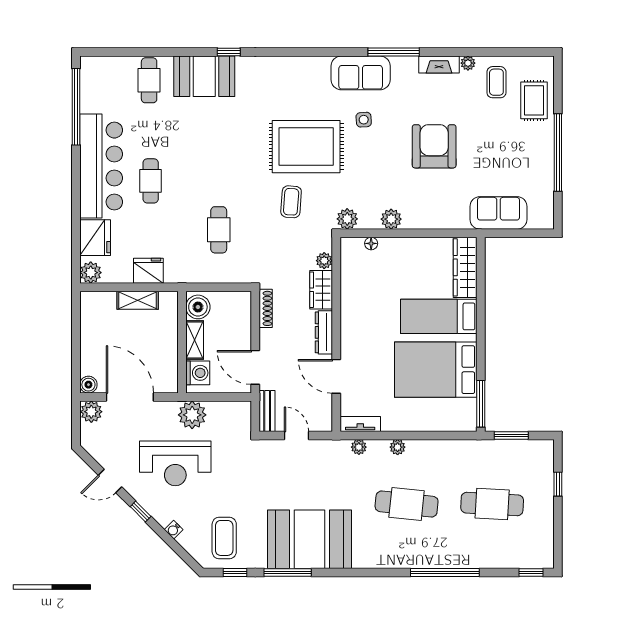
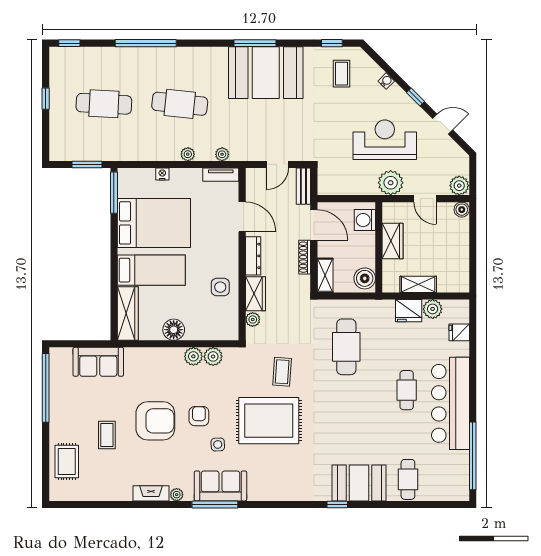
window: (394, 52) -> (215, 504), moved
plant: (468, 63) -> (177, 495), moved
coffee table: (496, 82) -> (107, 435), moved
armchair: (434, 146) -> (155, 421), turned -90
armchair: (385, 152) -> (199, 416), added
window: (558, 152) -> (46, 388), moved
plant: (347, 219) -> (213, 356), moved
cafe table: (219, 230) -> (346, 347), width x1.37, depth x1.35
fridge: (95, 238) -> (459, 332), width x0.53, depth x0.75
floor lamp: (371, 243) -> (174, 330), moved, width x1.89, depth x1.89
plant: (91, 273) -> (433, 309), moved
side table: (361, 297) -> (220, 287), added
shoe rack: (266, 308) -> (305, 257), moved
shelving: (195, 340) -> (325, 275), moved
wardrobe: (167, 349) -> (393, 241), added
door: (130, 397) -> (425, 199), width x0.53
plant: (192, 415) -> (391, 183), moved
nightstand: (426, 425) -> (162, 174), added
door: (296, 436) -> (277, 164), hinge flipped
window: (558, 484) -> (46, 99), moved
coffee table: (224, 538) -> (341, 74), width x0.73, depth x0.77
window: (288, 572) -> (255, 43), moved

